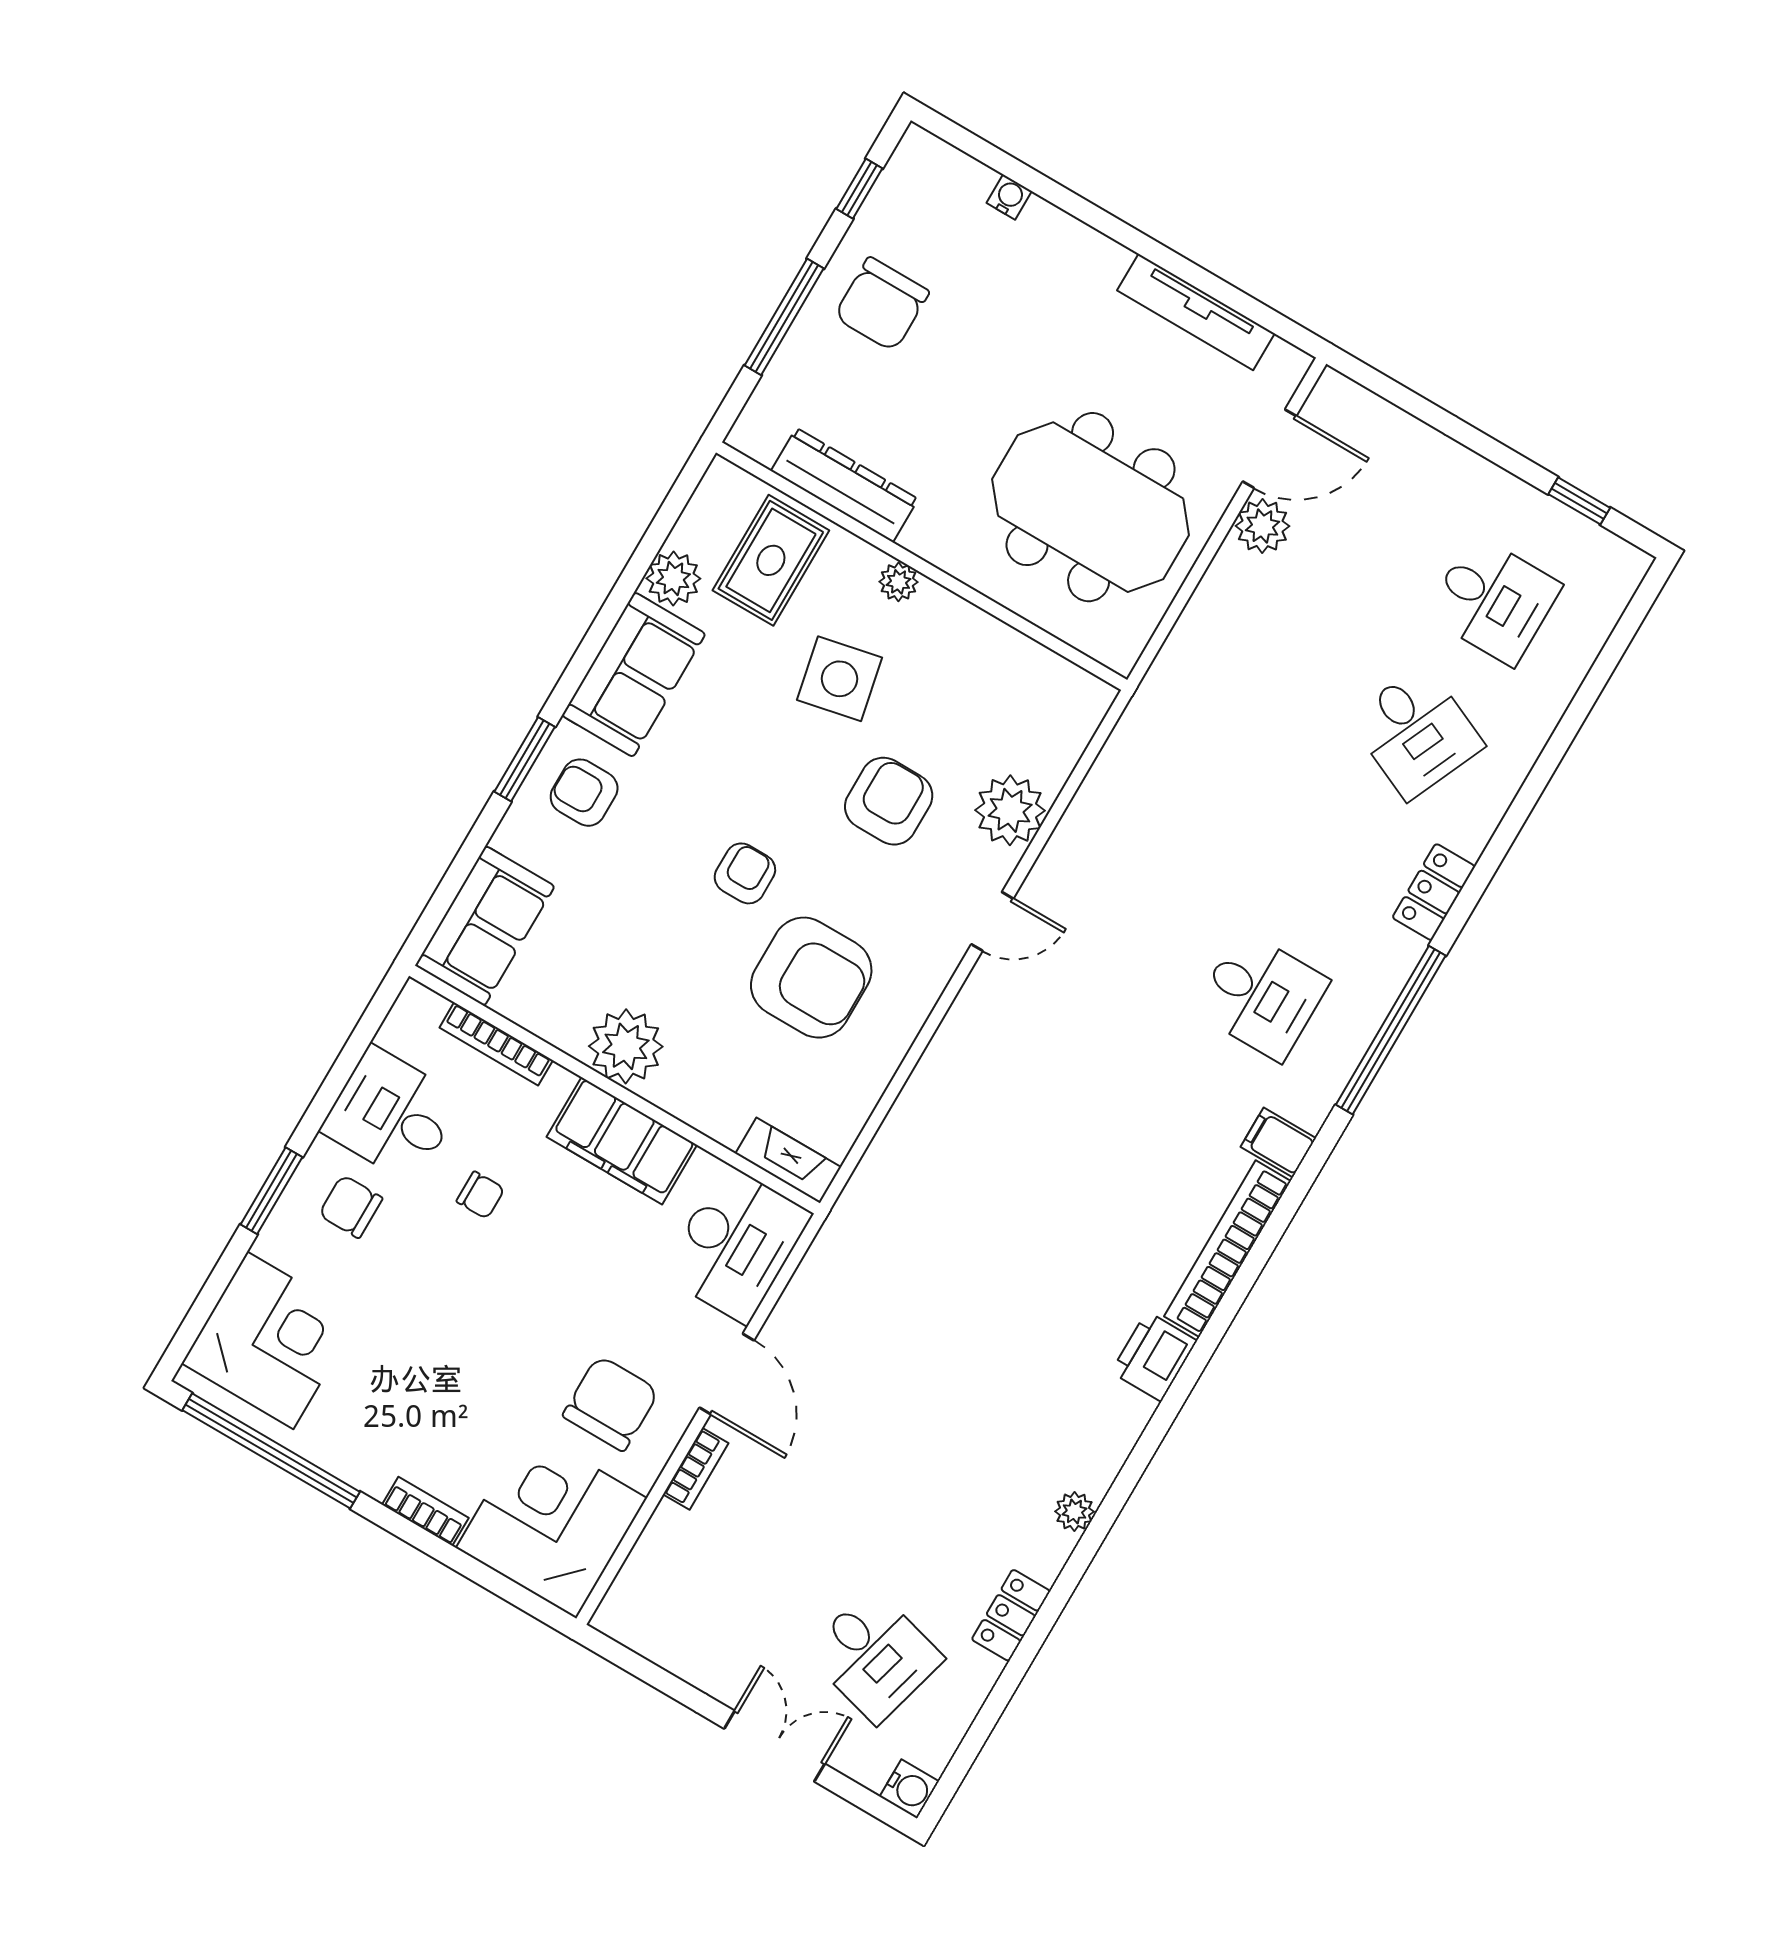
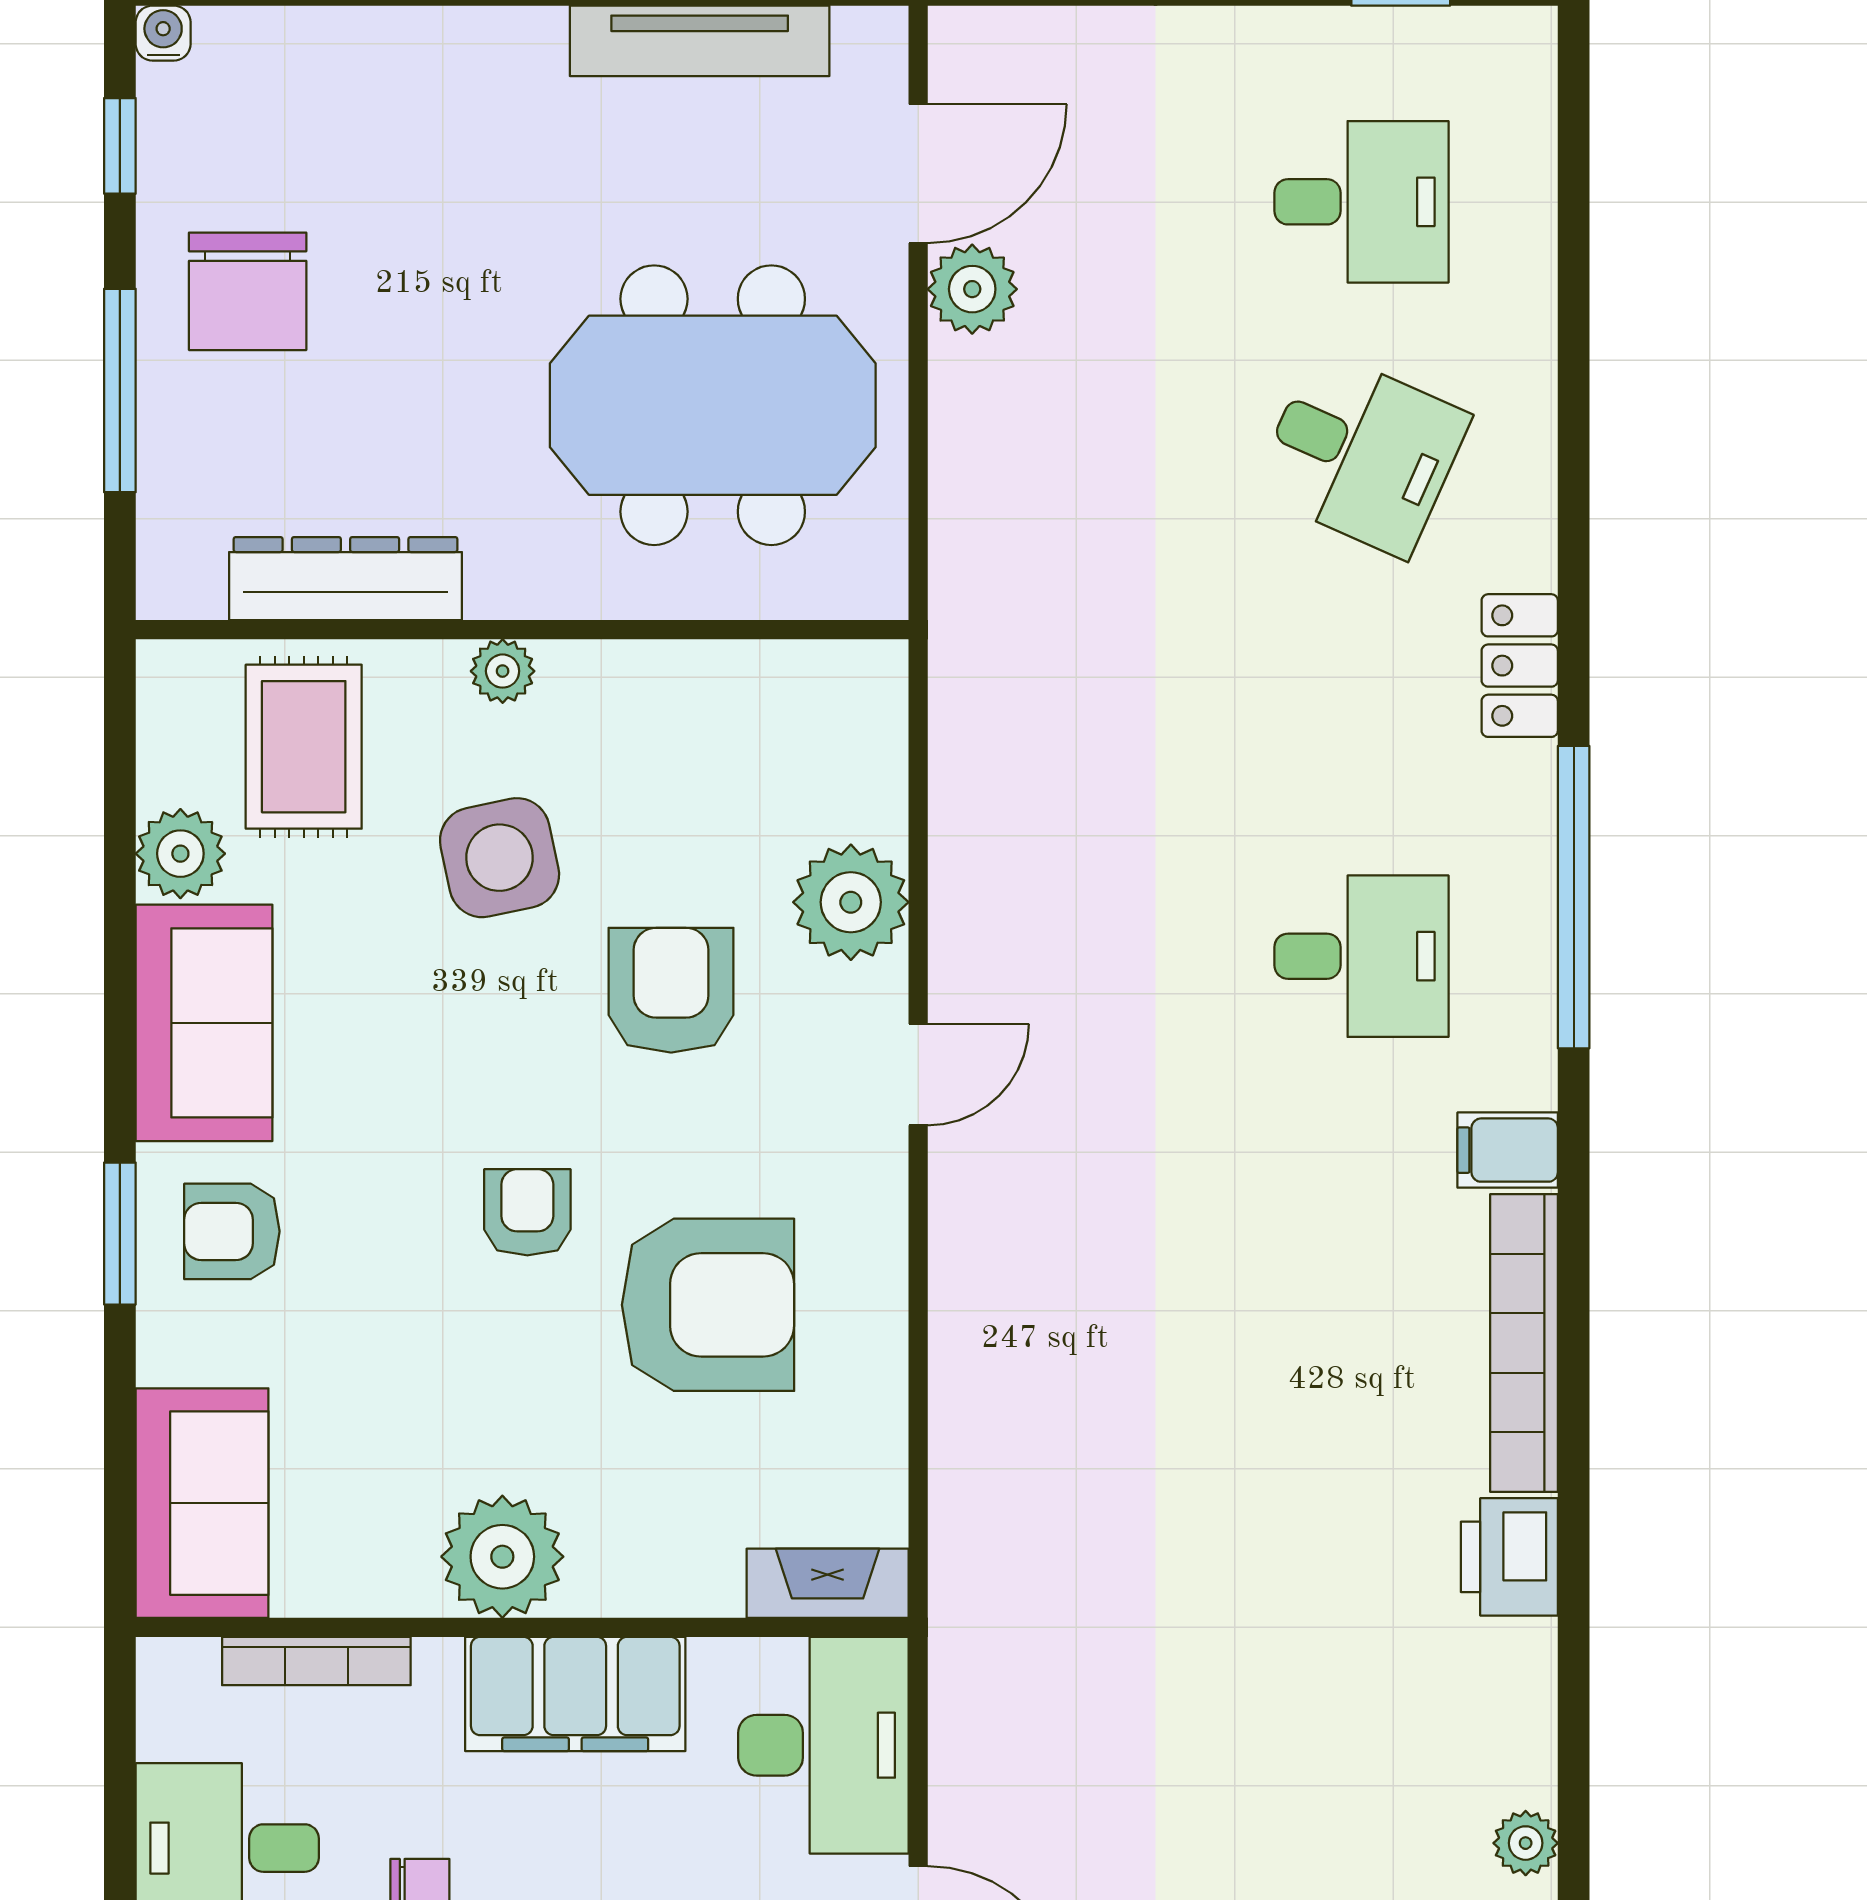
water cooler: (1009, 197) -> (163, 33), moved

